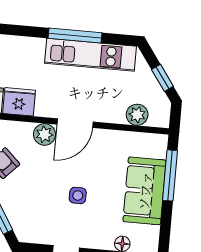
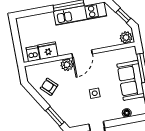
plant: (137, 115) -> (126, 37), moved

